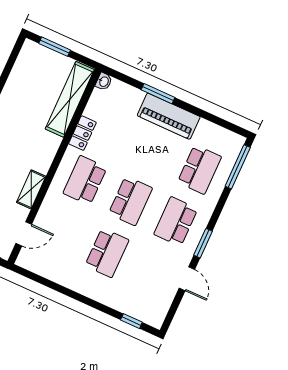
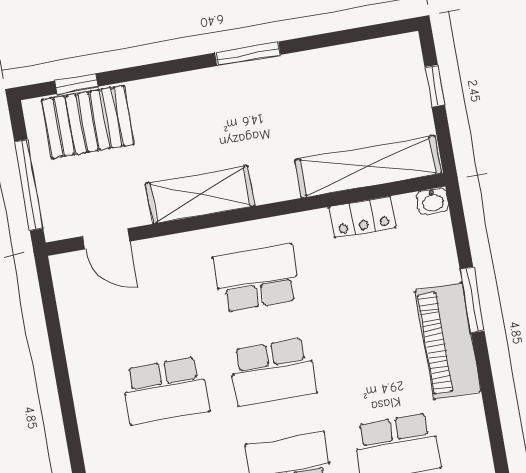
window: (55, 47) -> (435, 86), width x0.67
locker: (82, 133) -> (362, 217), moved
shelving: (31, 189) -> (200, 195), width x1.50, depth x1.33

